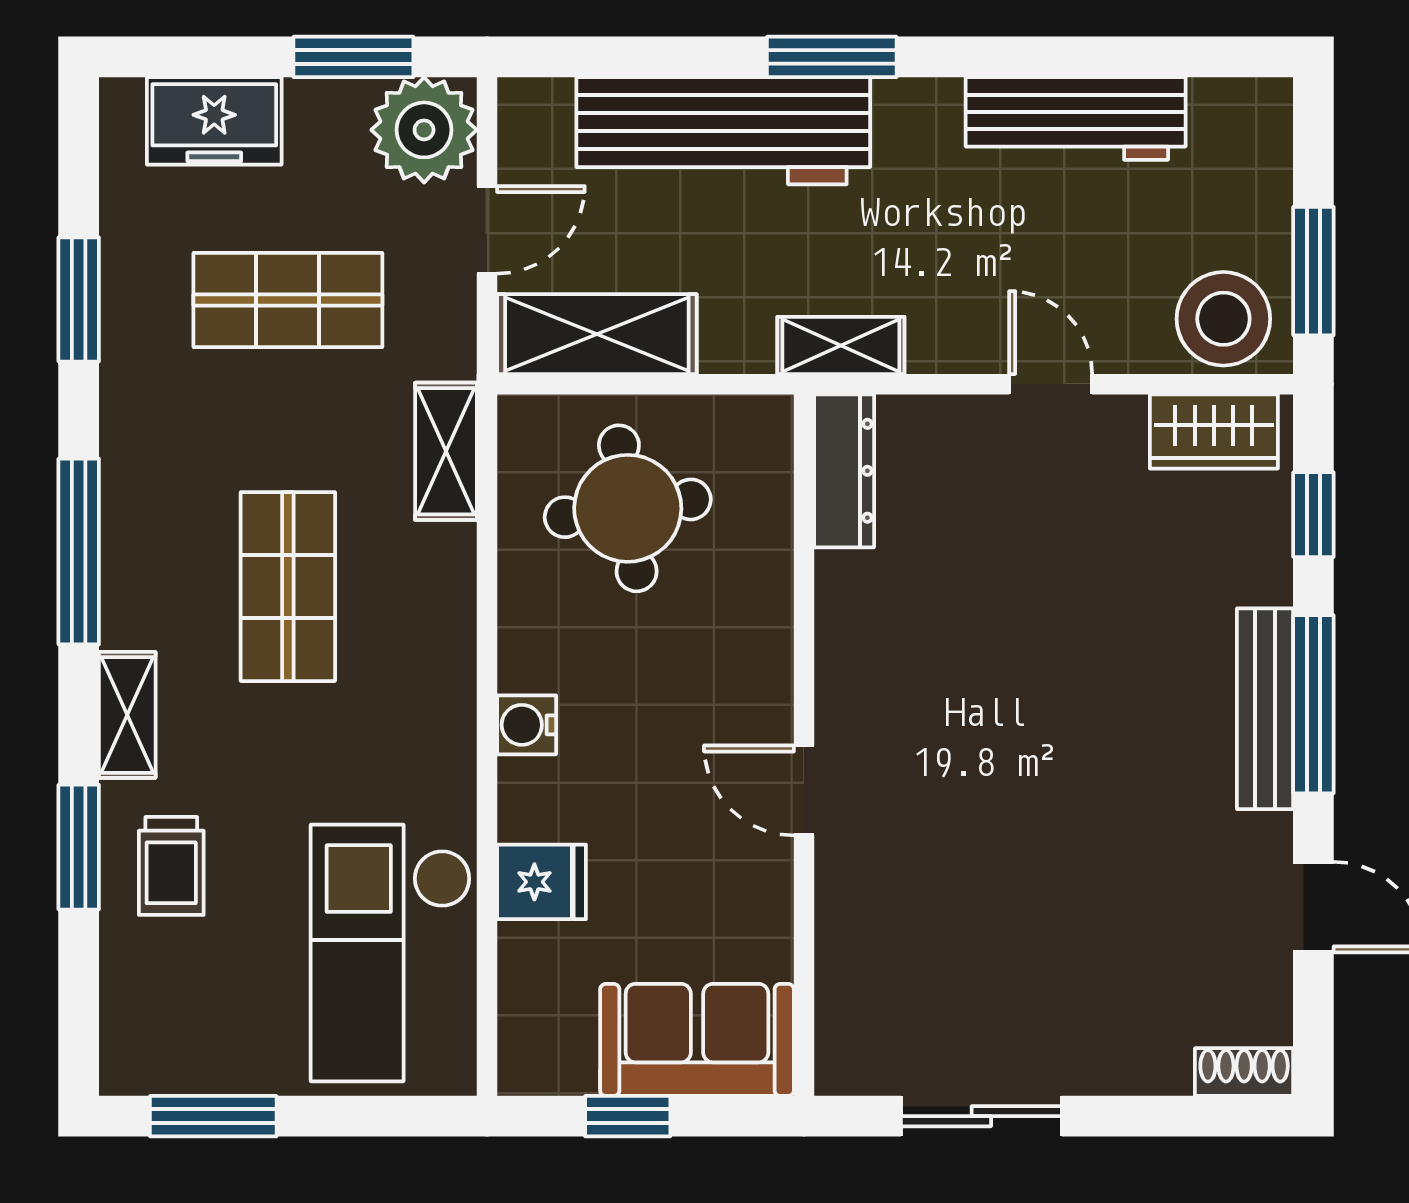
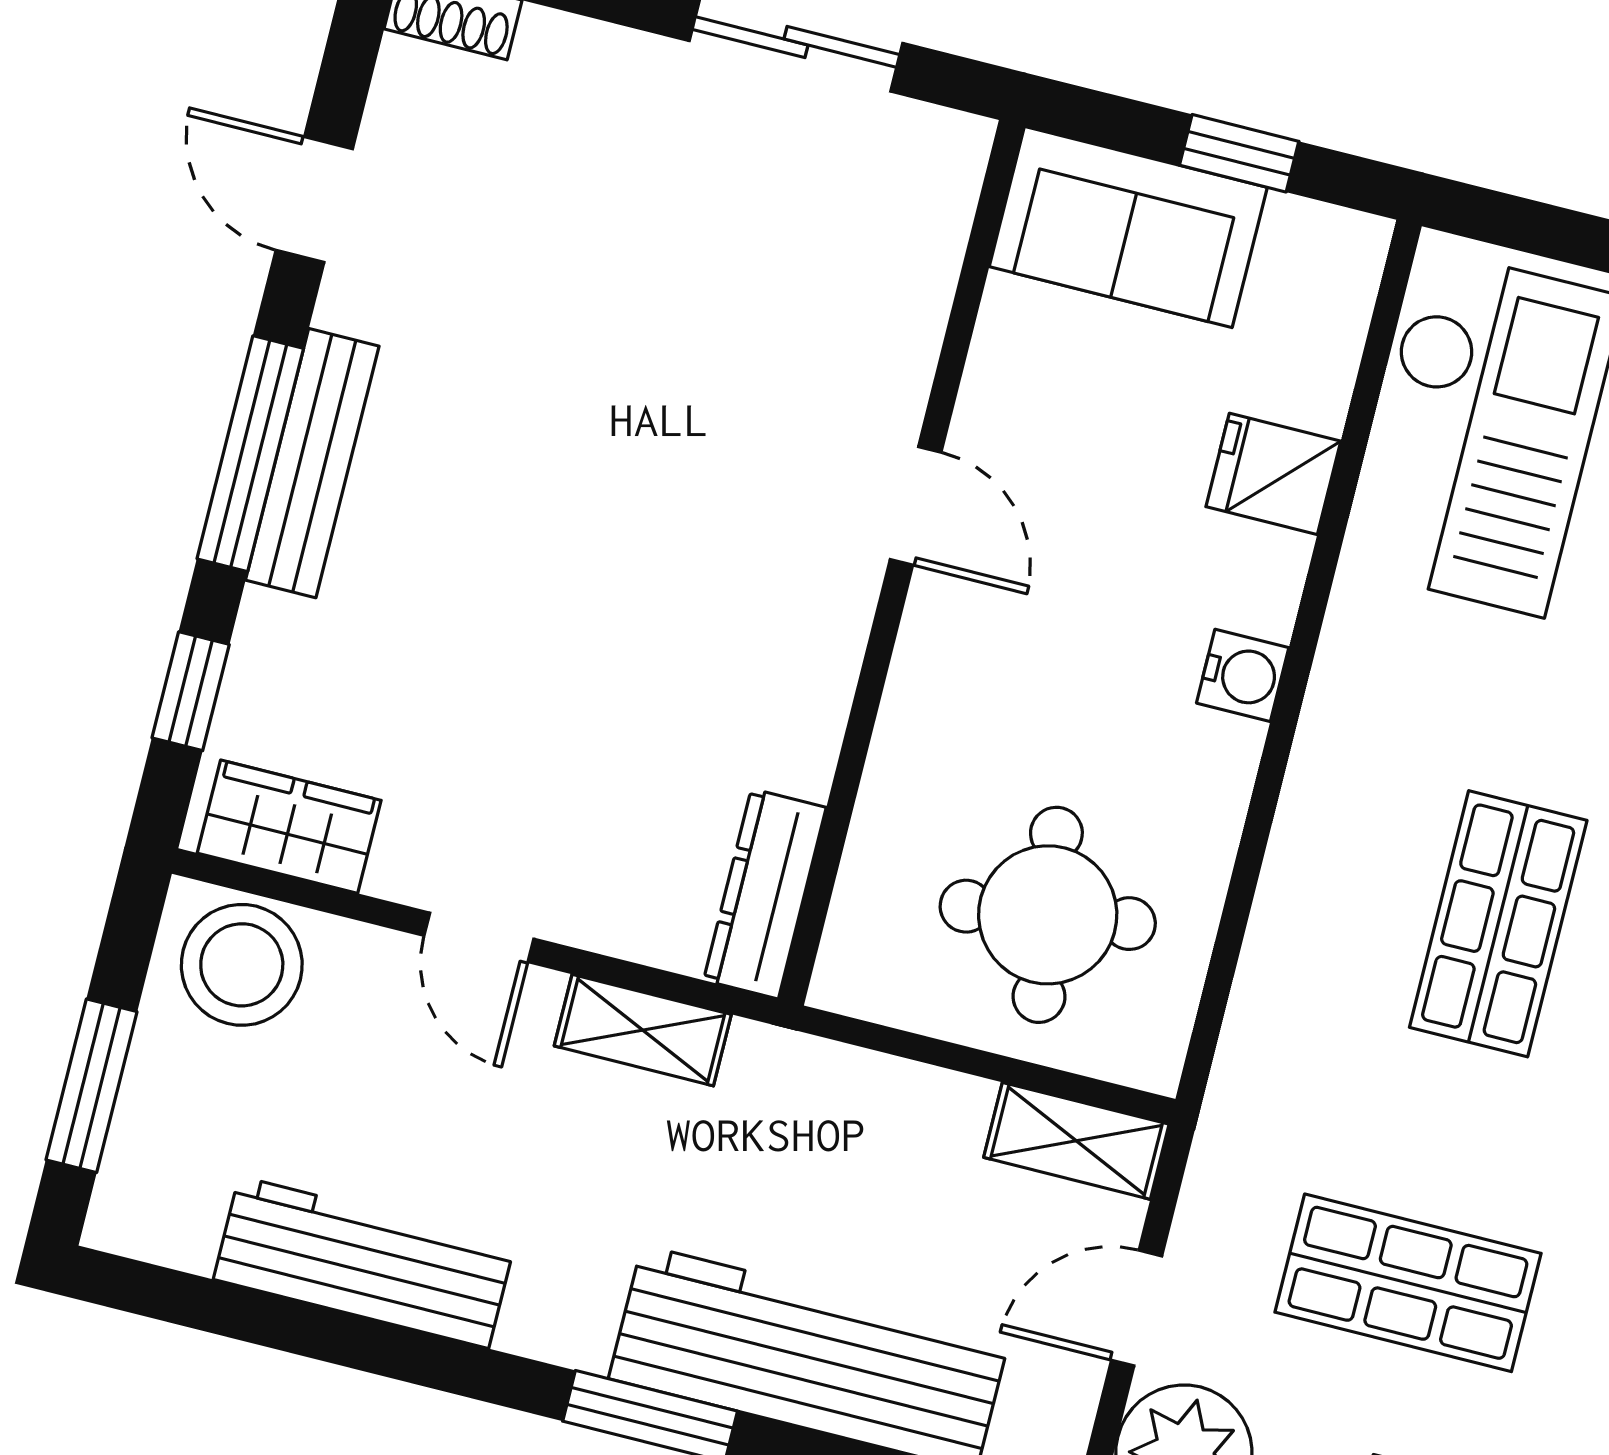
window: (1313, 271) -> (92, 1086), moved
shelving: (597, 334) -> (1076, 1141), width x0.67, depth x0.75
shelving: (841, 345) -> (643, 1030), moved
shelving: (446, 451) -> (1258, 1044), removed

